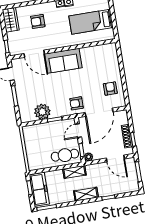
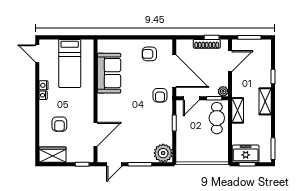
sofa: (63, 61) -> (109, 73), moved
plant: (42, 112) -> (163, 153), moved
door: (78, 131) -> (191, 98), hinge flipped
freezer: (39, 189) -> (246, 154), width x0.71

